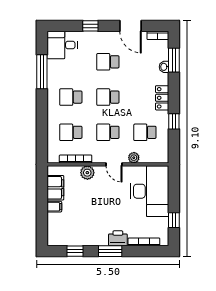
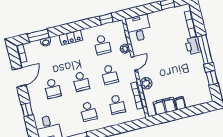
window: (174, 121) -> (106, 19), moved
desk: (150, 191) -> (138, 28), width x0.53, depth x0.77
window: (110, 251) -> (205, 49), width x1.44

